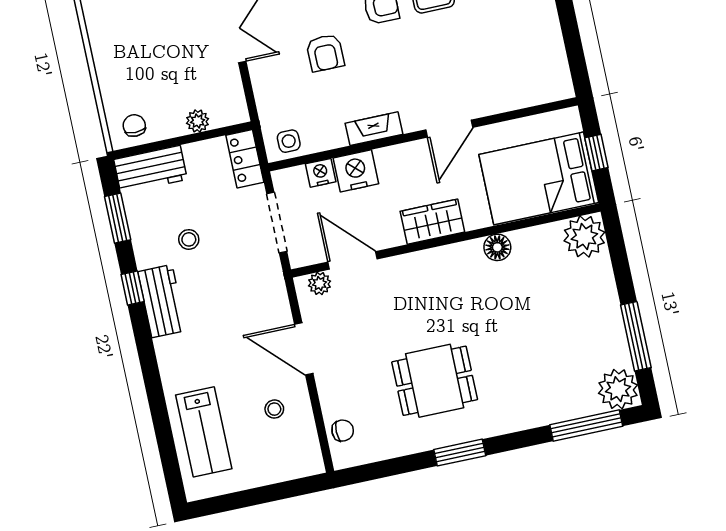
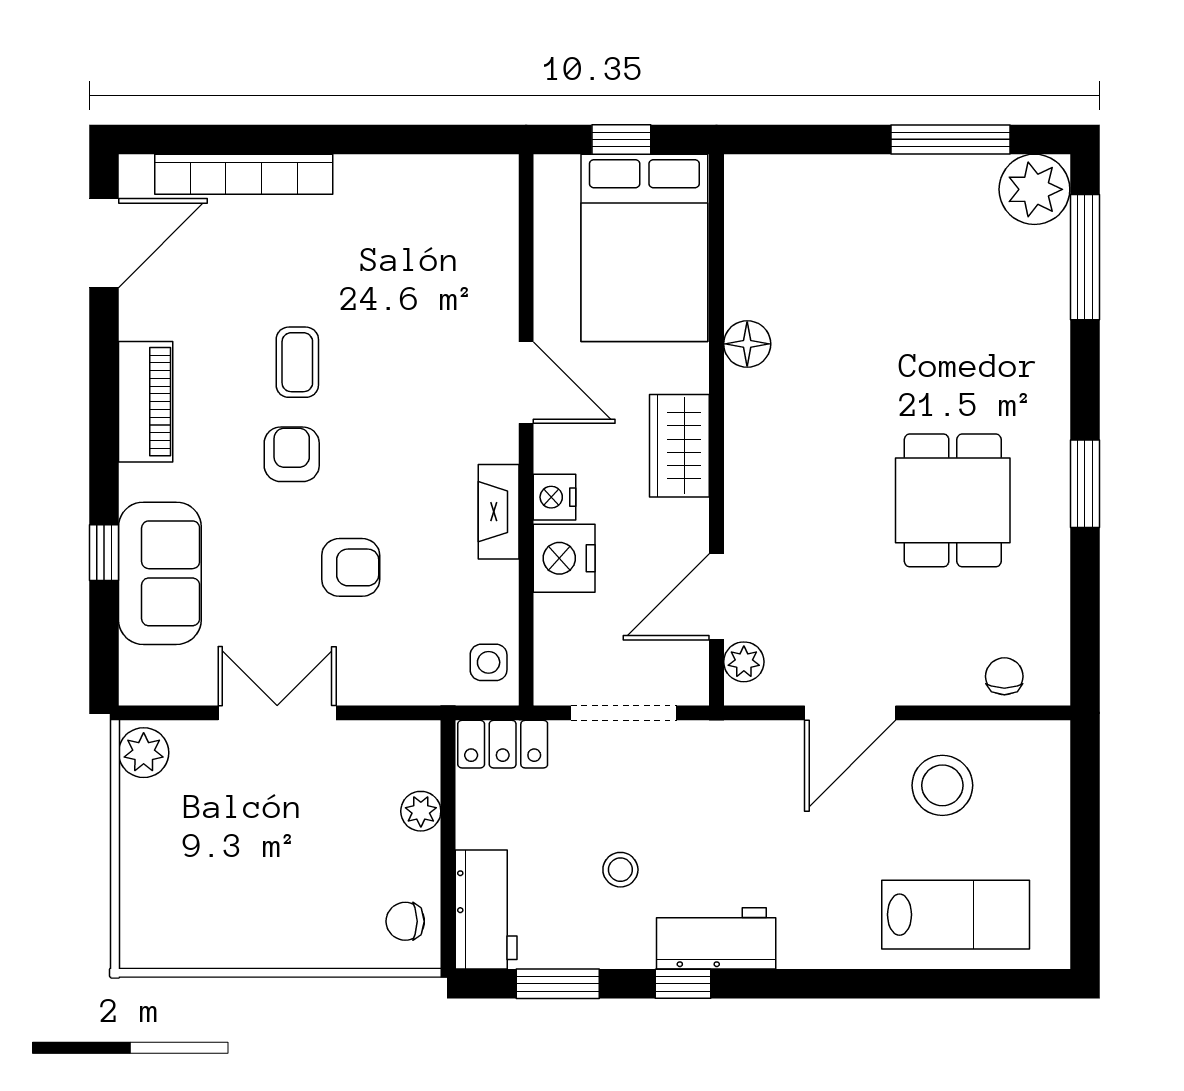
nightstand: (321, 173) -> (555, 497), moved
plant: (584, 237) -> (761, 191), removed
stool: (274, 409) -> (942, 785), width x1.89, depth x1.89

